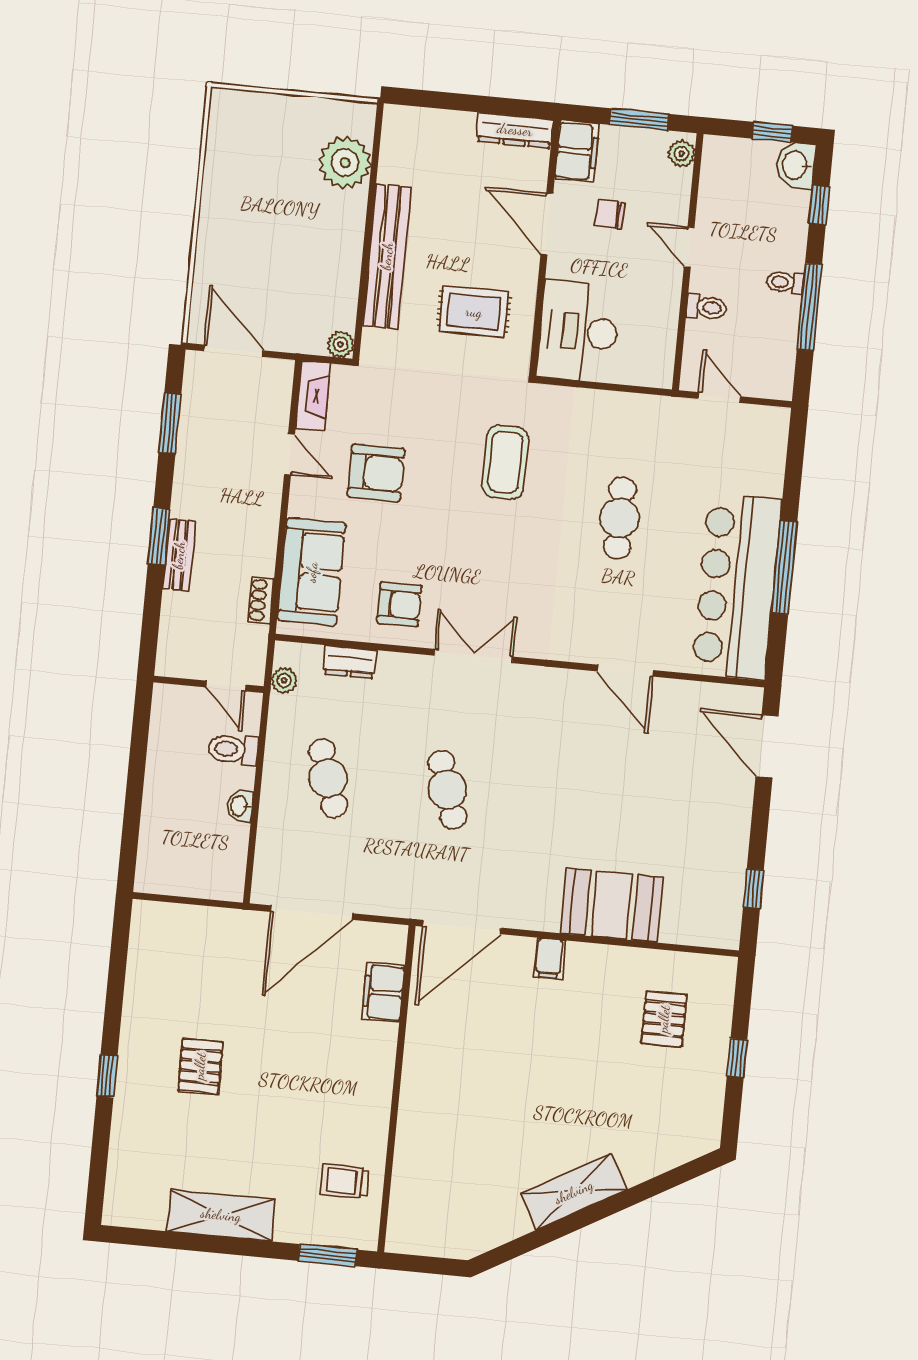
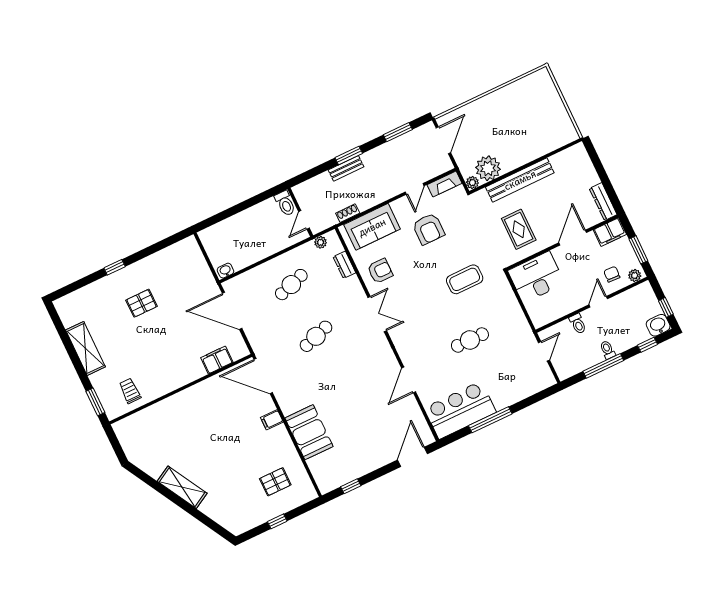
plant: (345, 162) -> (488, 168), moved
chair: (610, 214) -> (612, 274), moved
bar counter: (737, 587) -> (460, 410), width x0.73
armchair: (399, 605) -> (380, 271), turned -90
toilet: (233, 749) -> (285, 203), moved, turned 180
washbasin: (240, 806) -> (225, 271), moved

